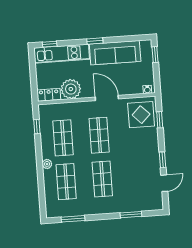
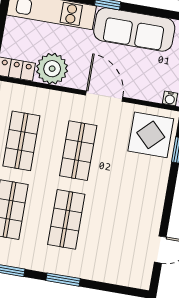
window: (163, 160) -> (167, 213), removed
window: (131, 215) -> (63, 280), moved

